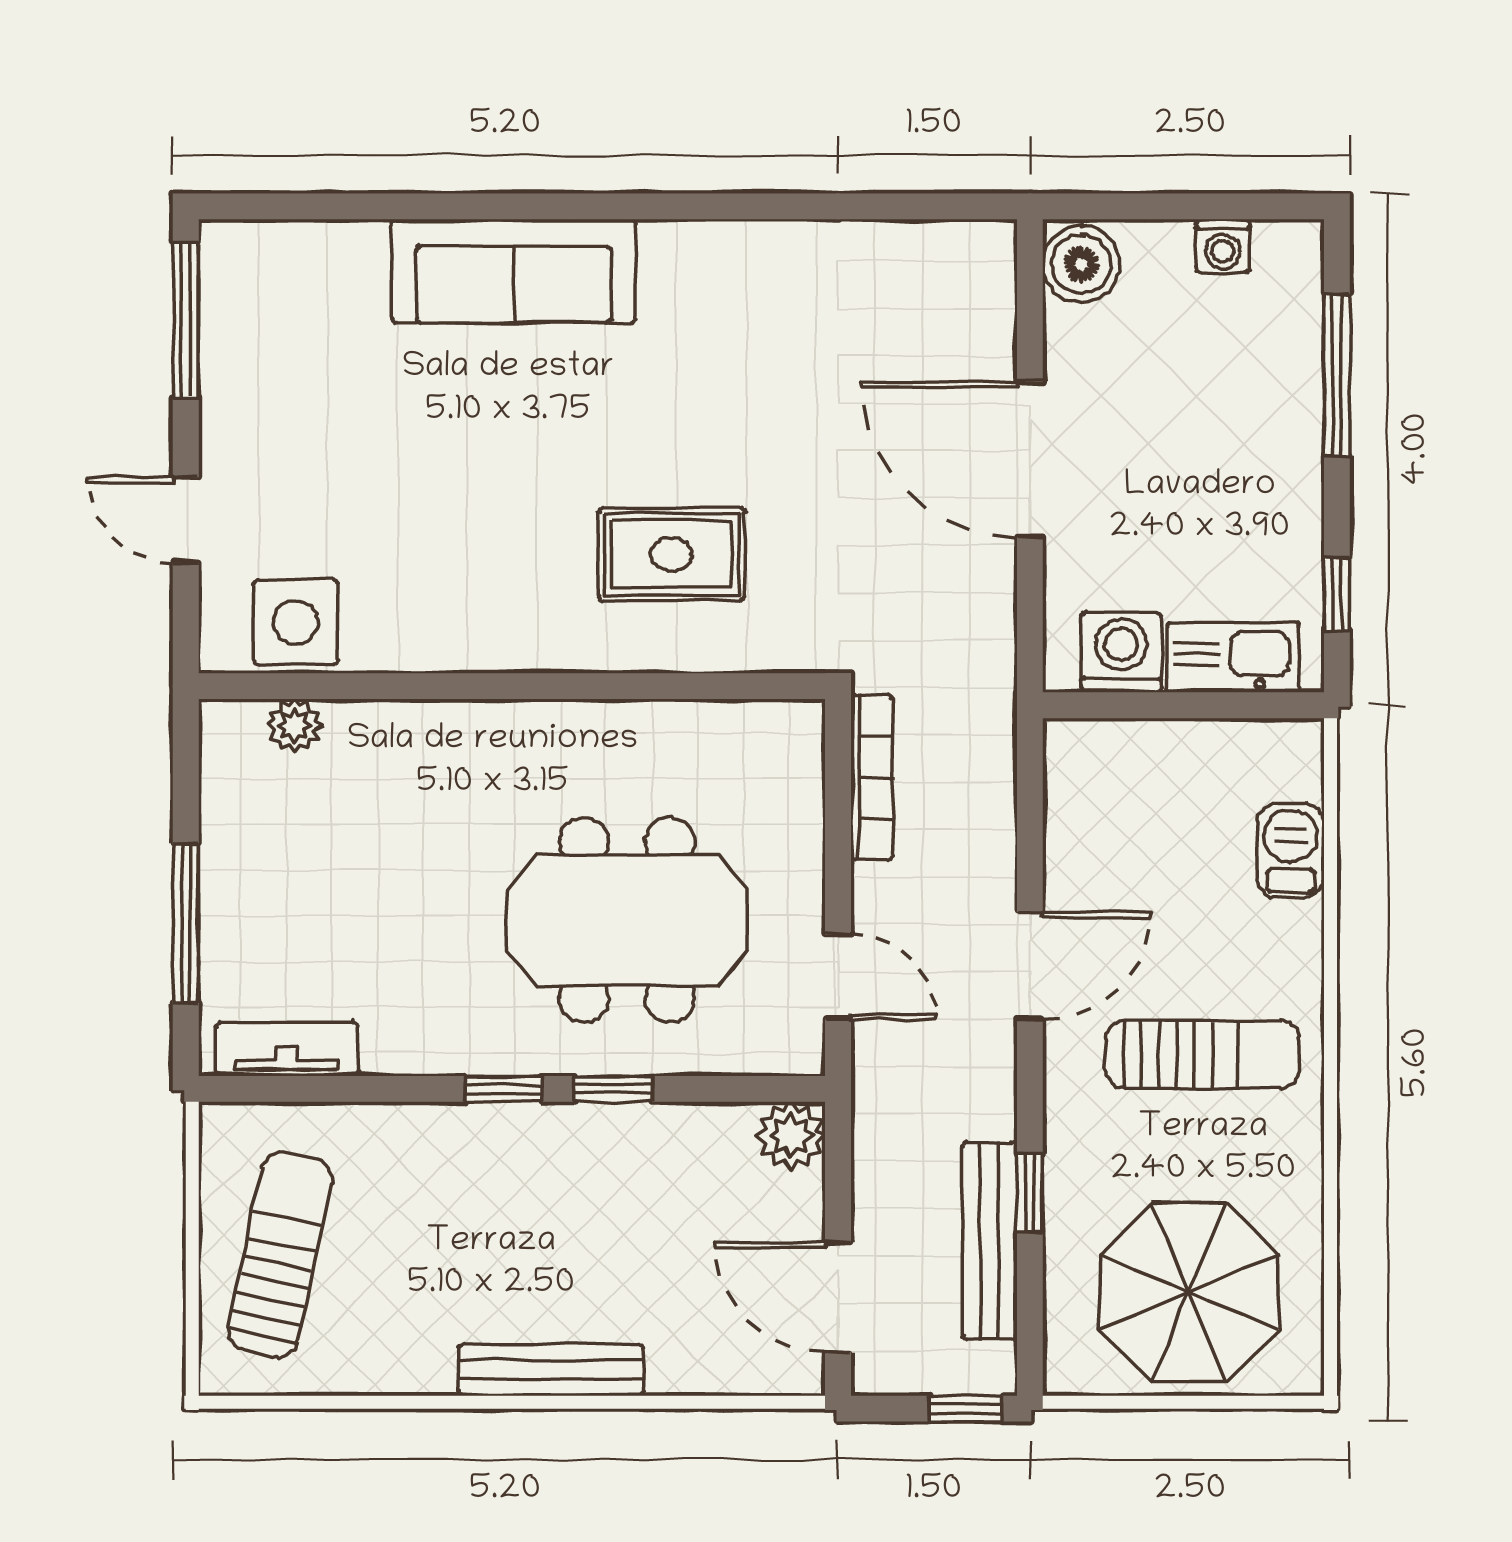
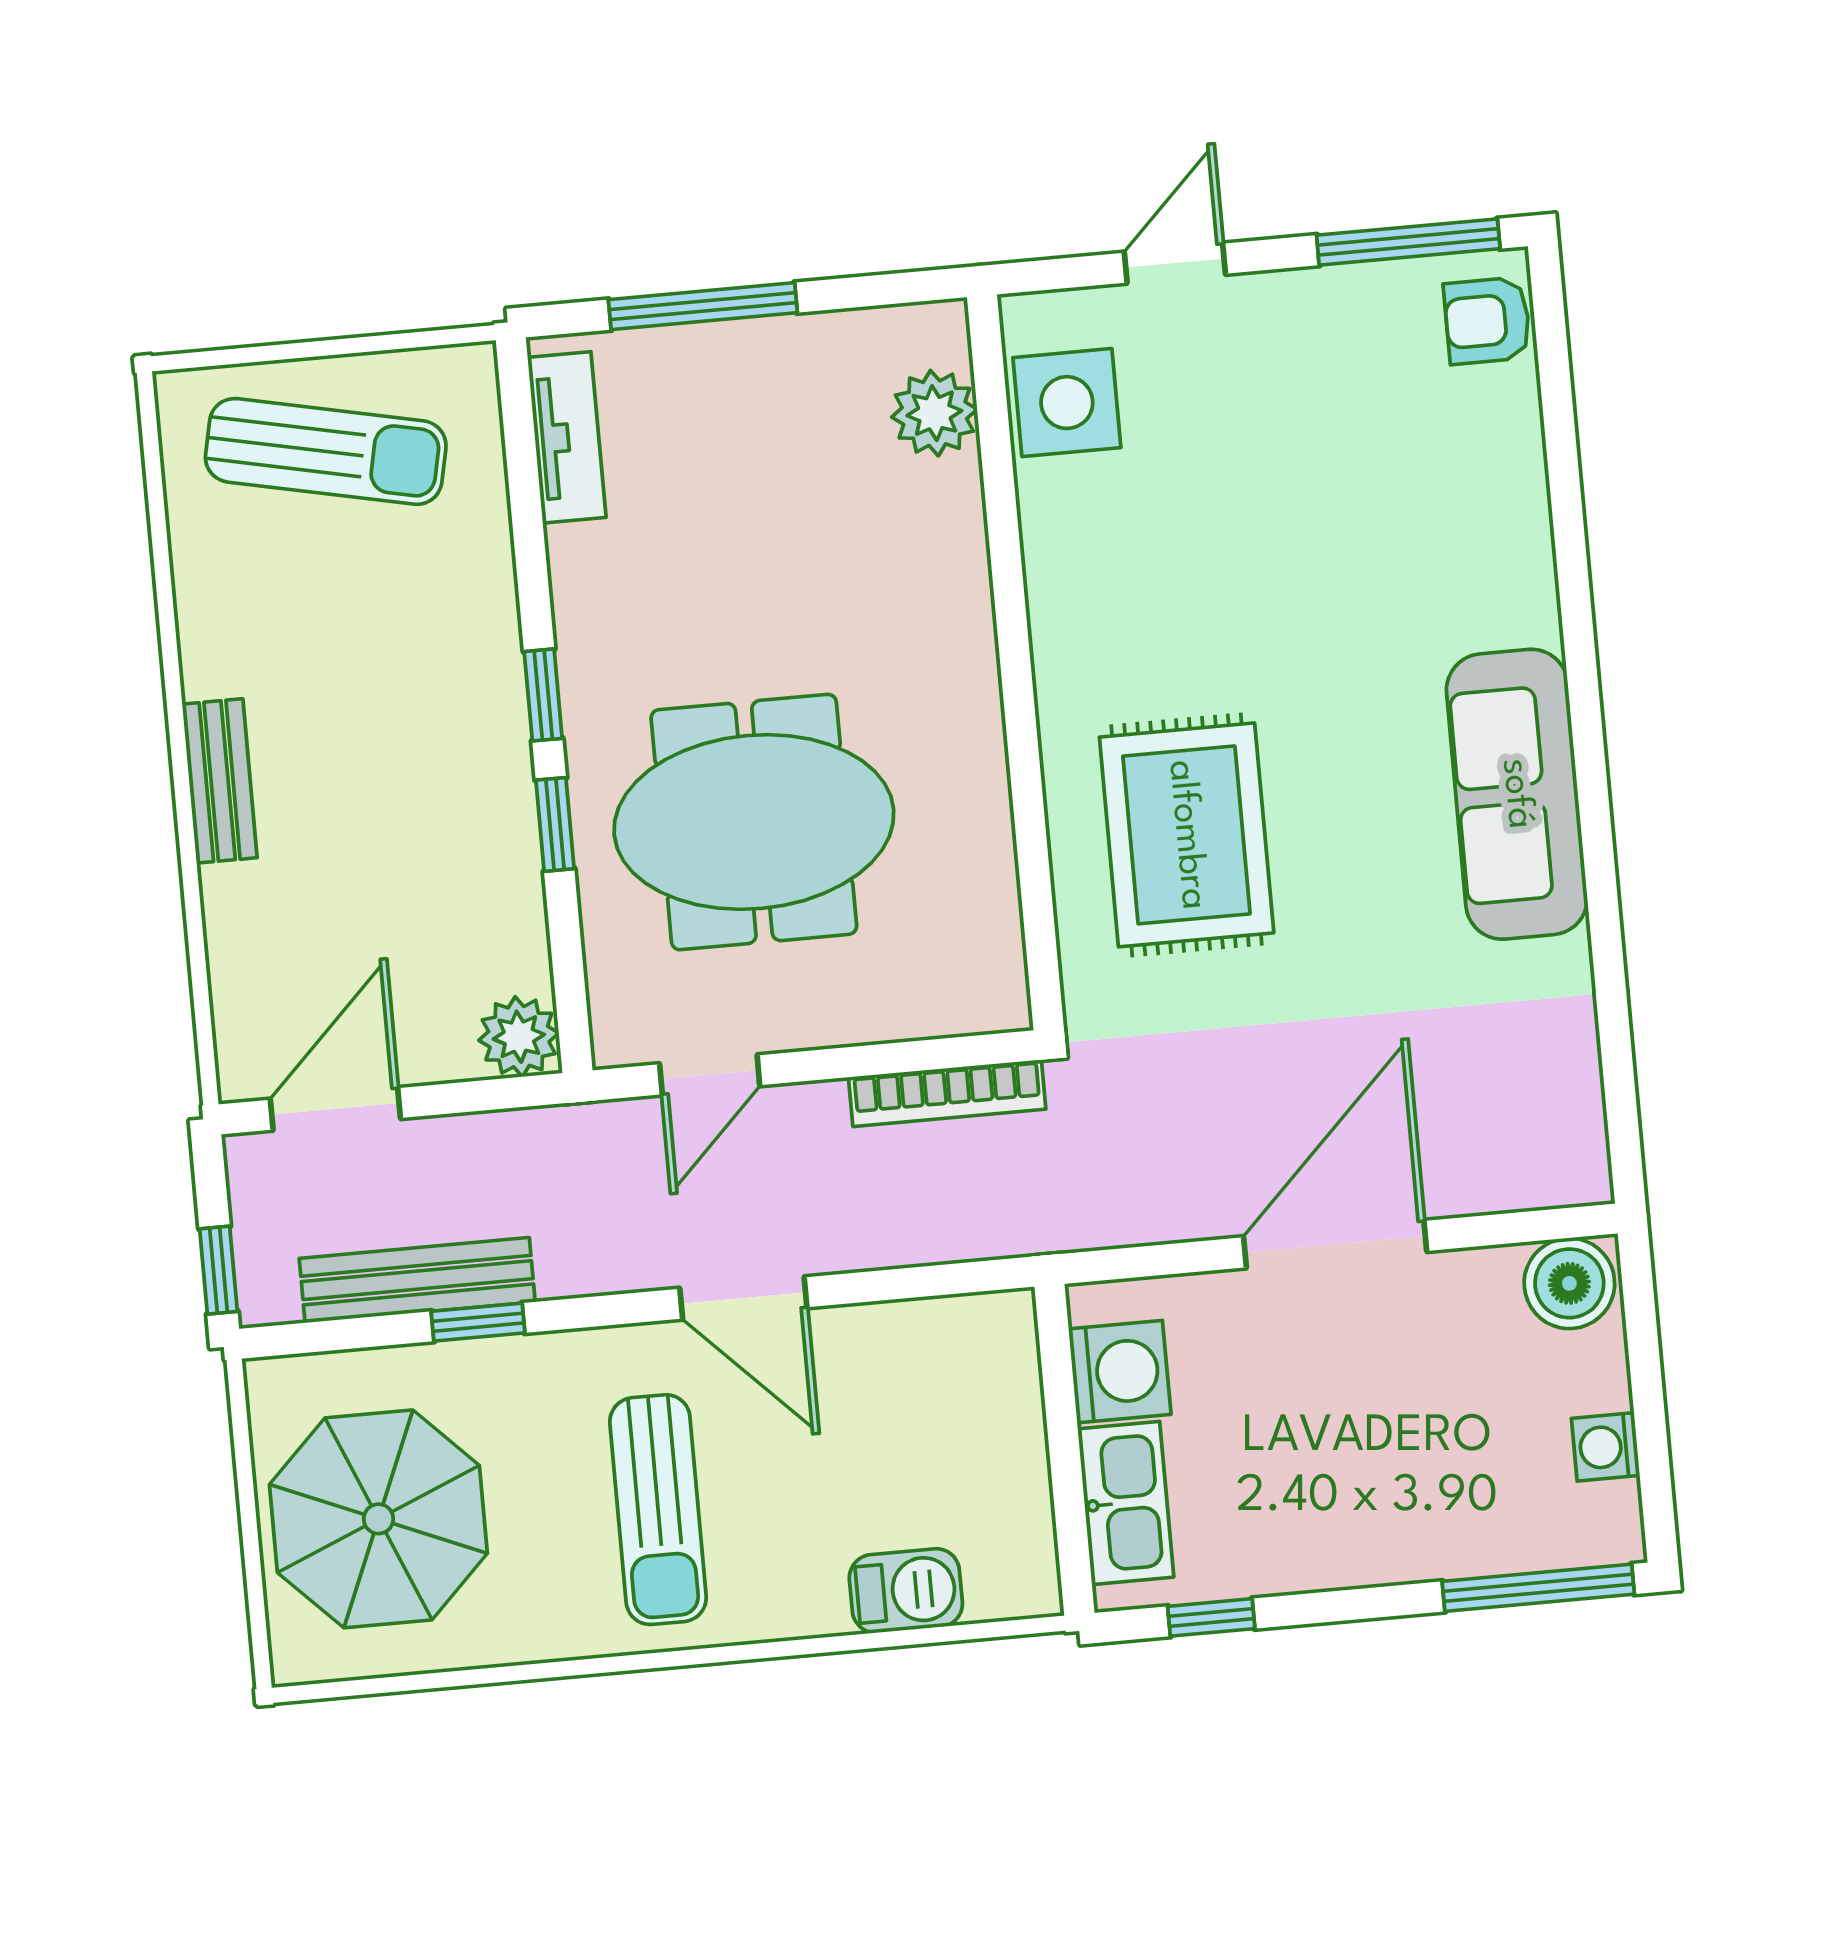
armchair: (259, 260) -> (1487, 321), added
sofa: (514, 271) -> (1517, 794), moved
window: (1337, 375) -> (1538, 1588), moved
rug: (671, 554) -> (1187, 835), width x1.36, depth x1.43
plant: (294, 725) -> (934, 413), width x1.38, depth x1.38
meeting table: (627, 920) -> (754, 822), turned 90
bench: (551, 1370) -> (220, 781), width x0.73

